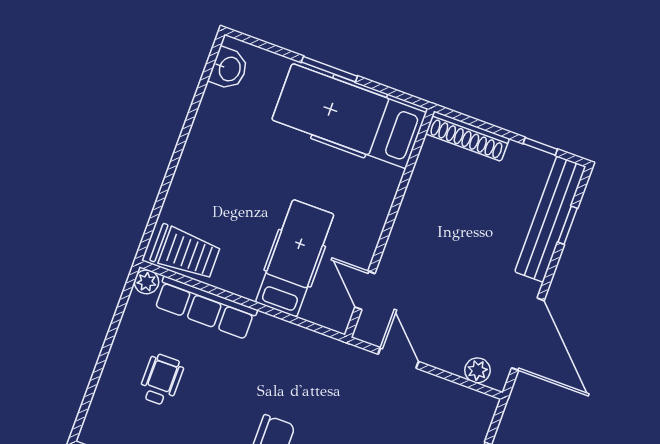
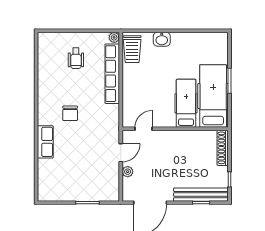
washbasin: (229, 69) -> (162, 39), moved
hospital bed: (295, 258) -> (186, 103), moved, turned -90
row of seats: (205, 308) -> (112, 74), width x1.36
plant: (477, 370) -> (128, 172), moved
wheelchair: (161, 380) -> (76, 58), turned 90

